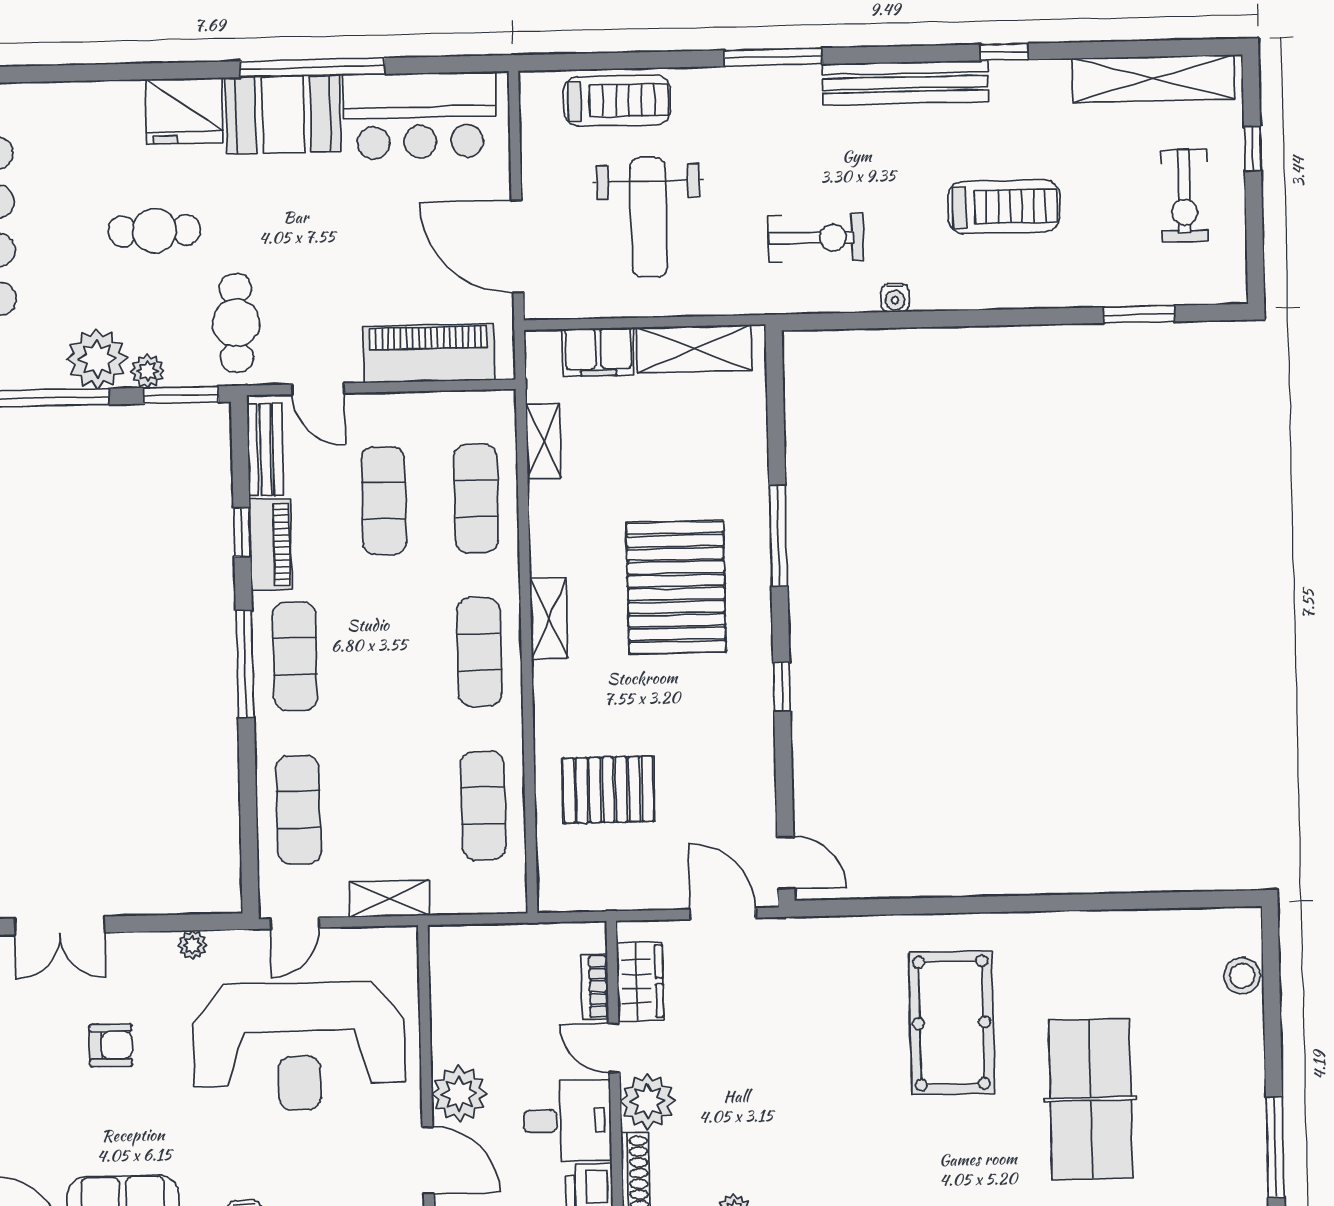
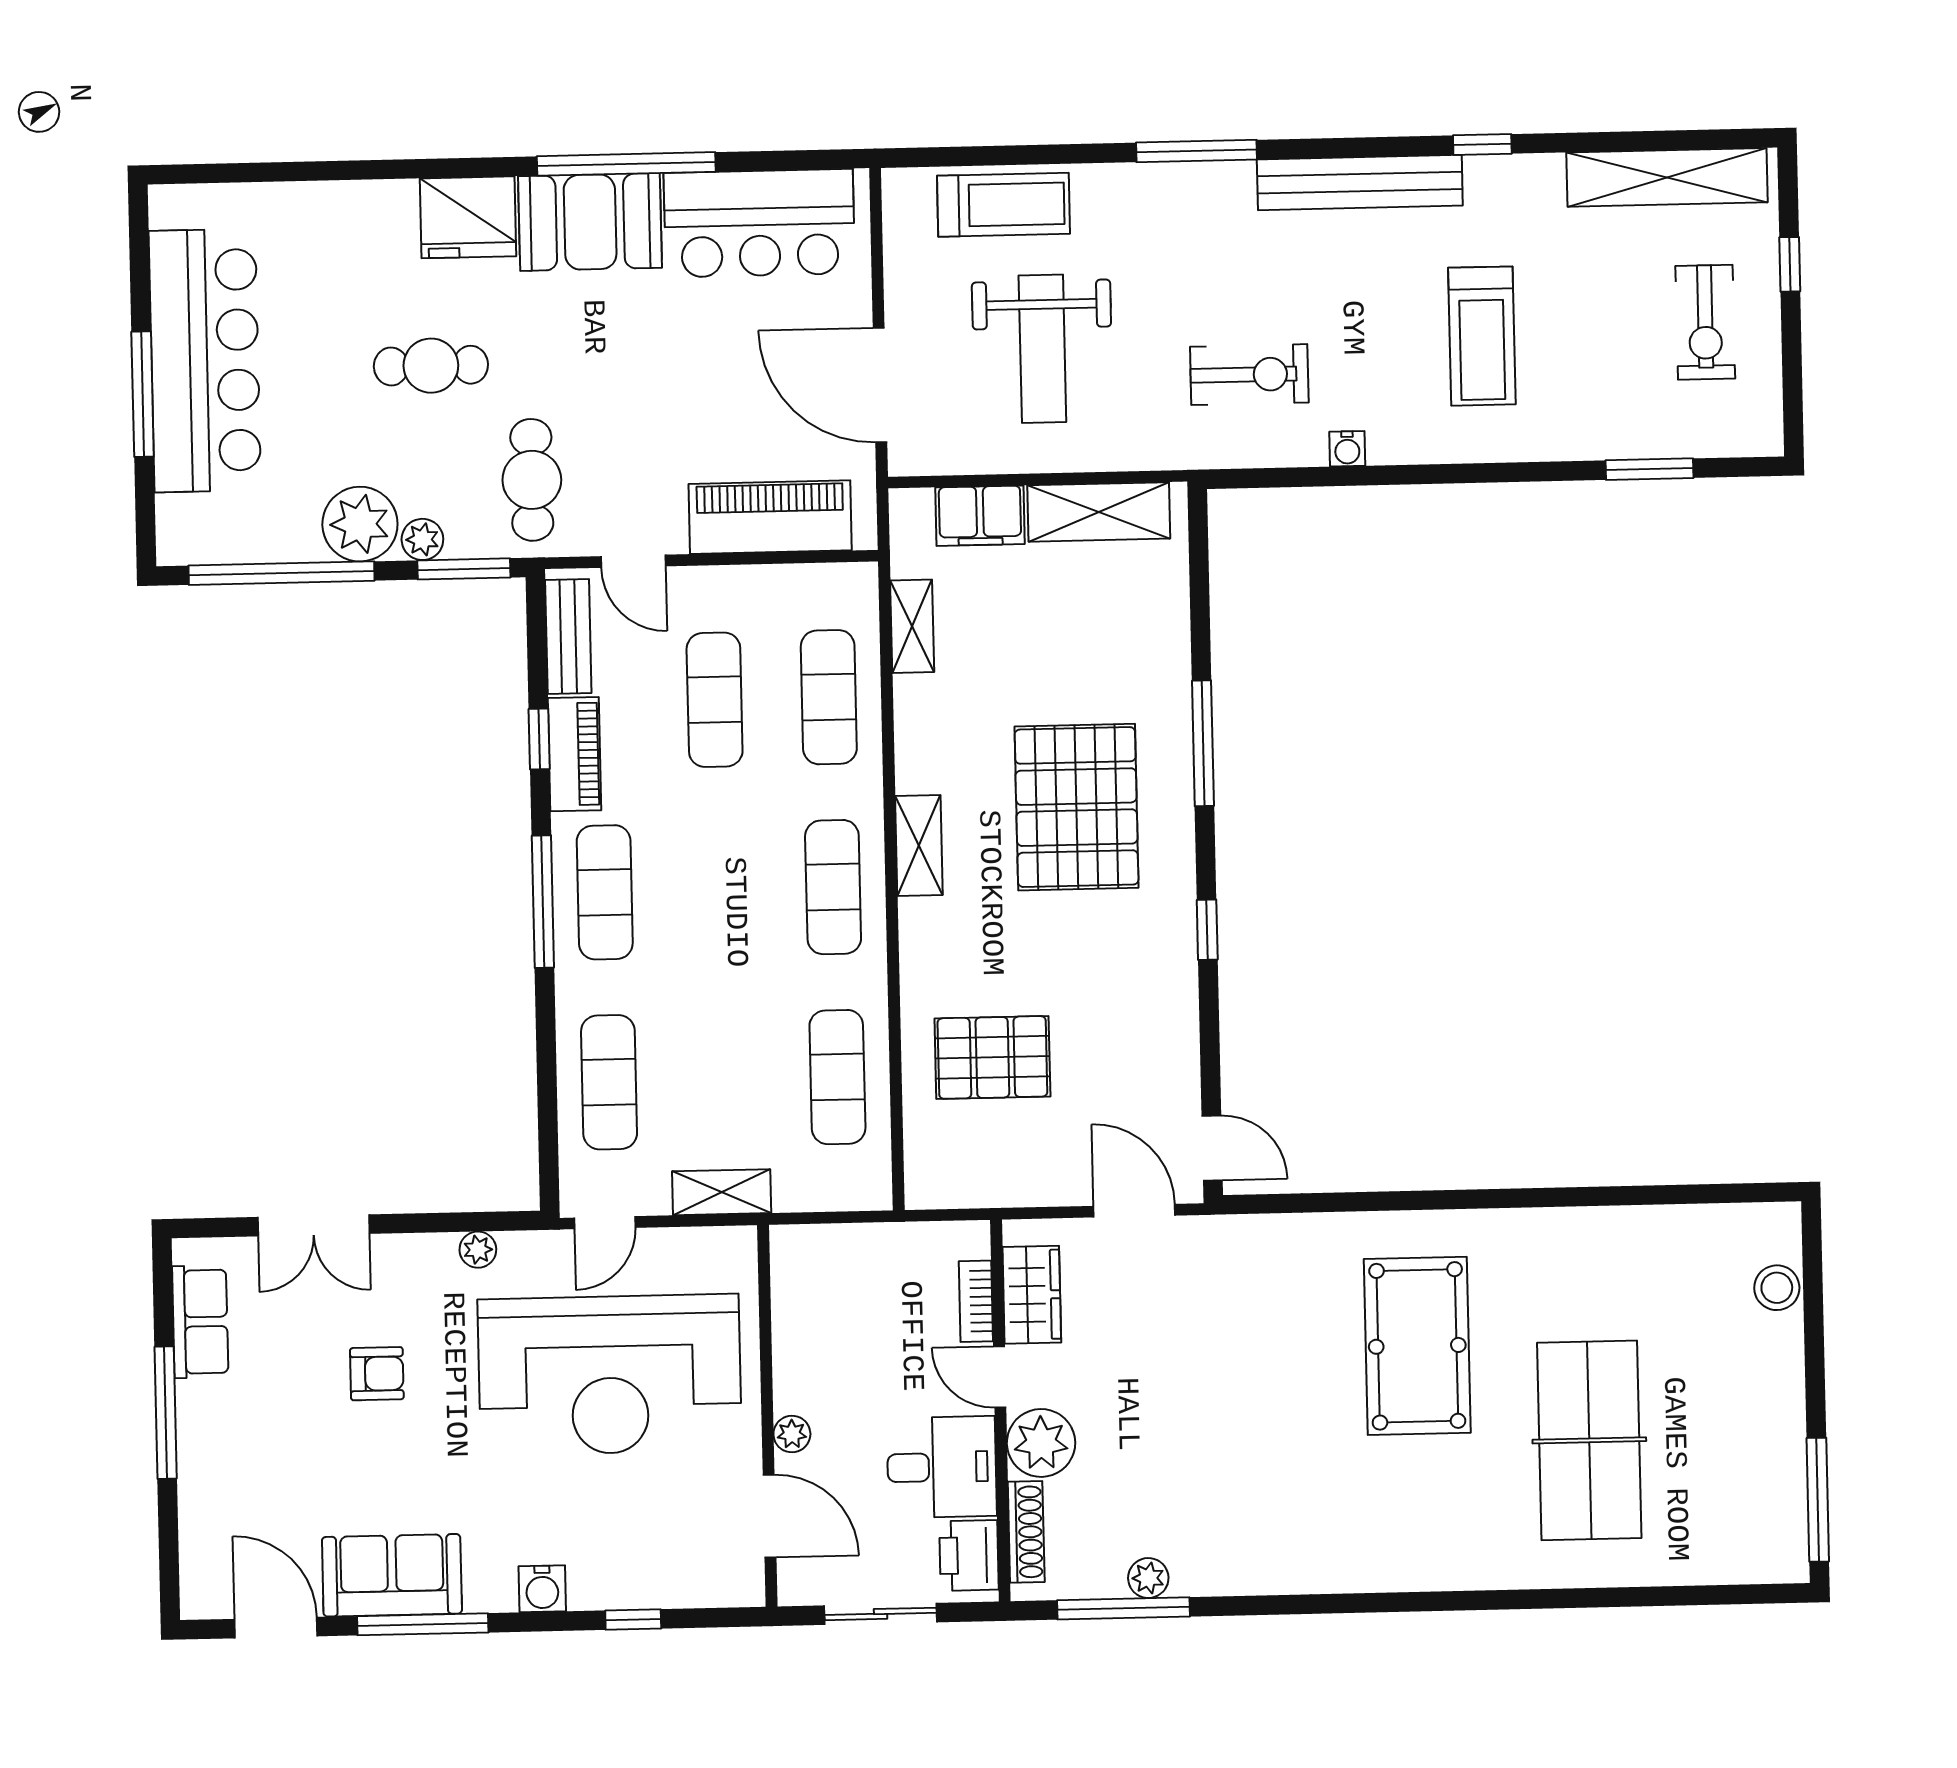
treadmill: (1004, 207) -> (1482, 336), turned 90
plant: (459, 1094) -> (792, 1434), width x0.53, depth x0.53

